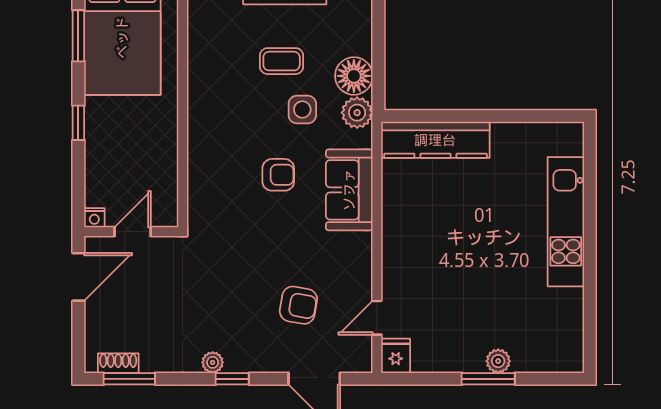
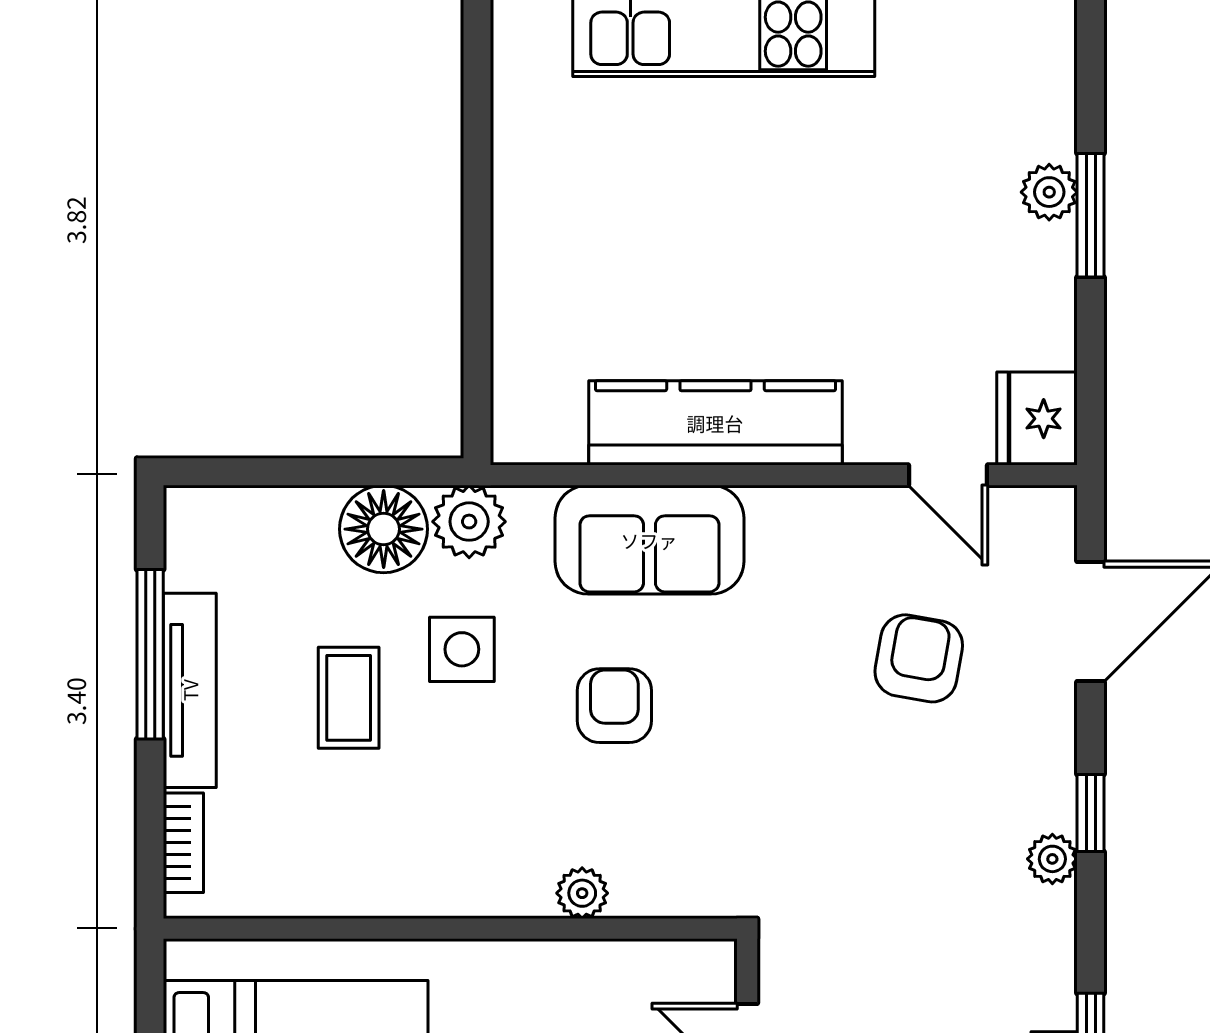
kitchen counter: (435, 140) -> (715, 423), moved, turned -90
plant: (198, 161) -> (582, 893), added
fridge: (396, 356) -> (1037, 419), width x1.38

